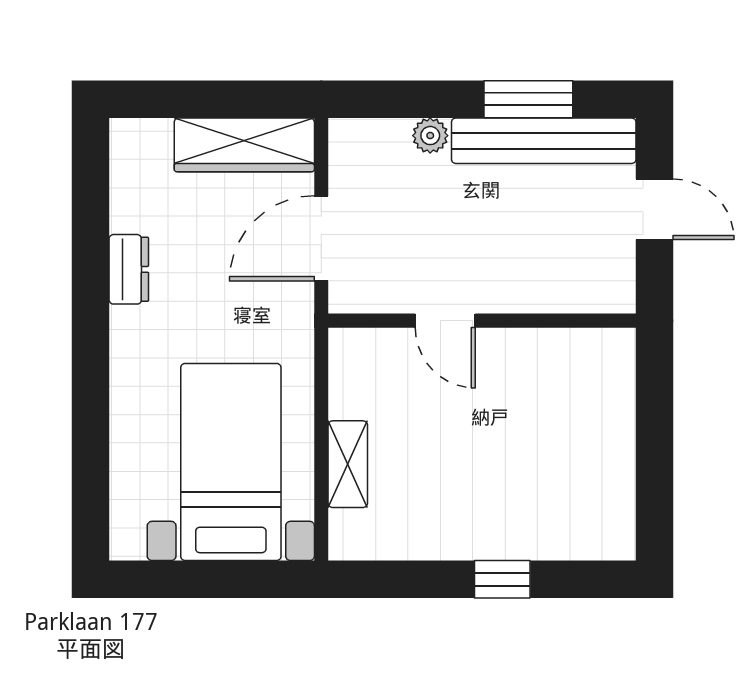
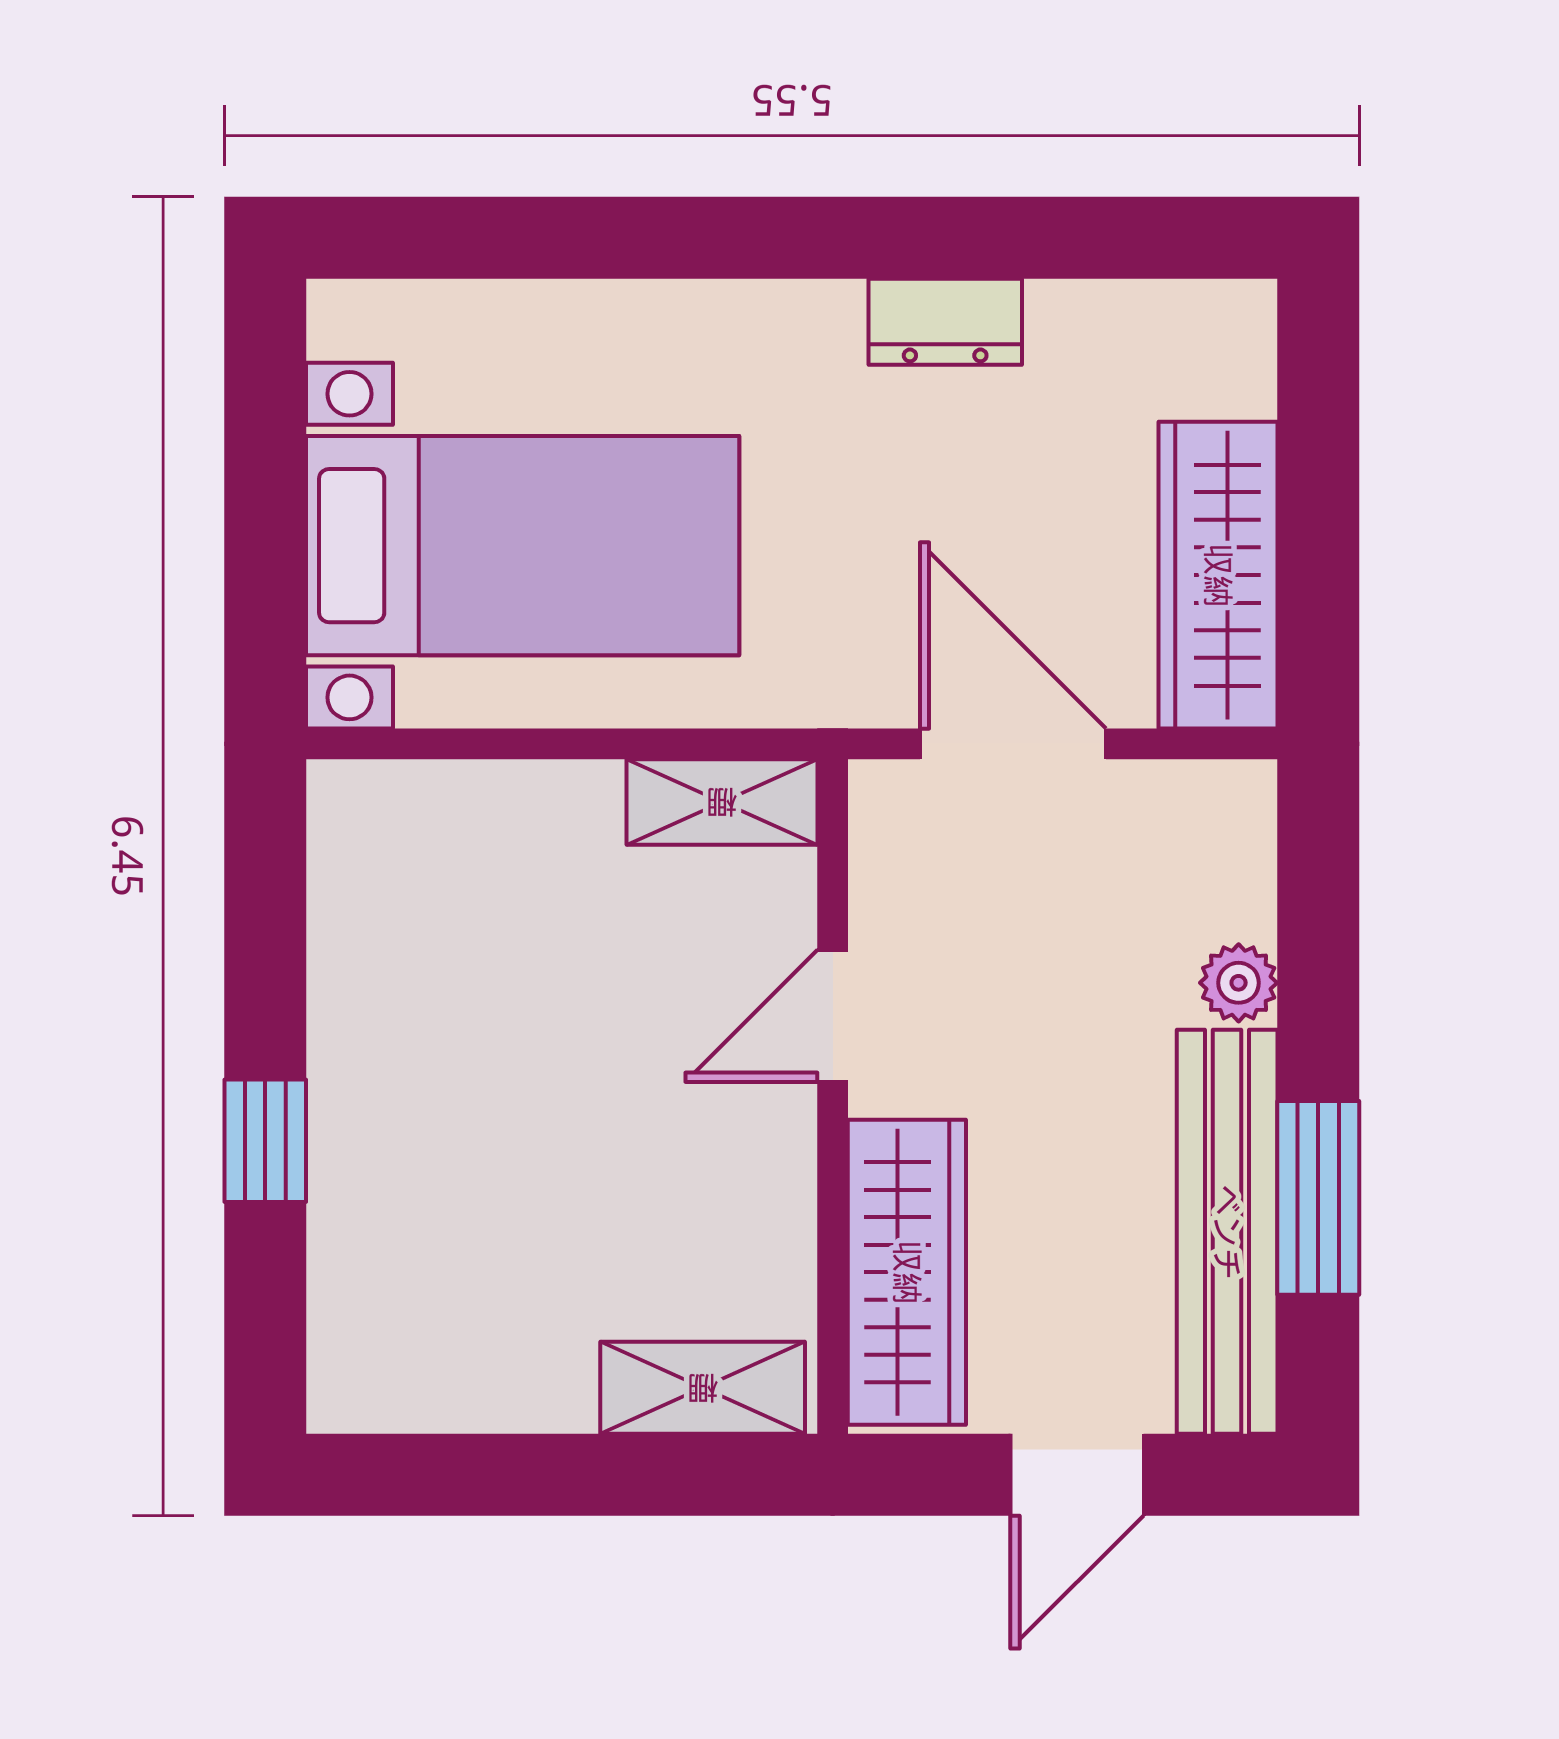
wardrobe: (562, 287) -> (907, 1272), added
shelving: (615, 380) -> (703, 1388), added
shelving: (348, 464) -> (722, 802), moved

